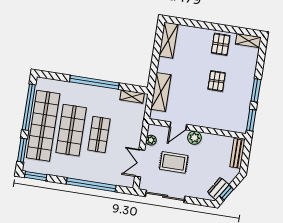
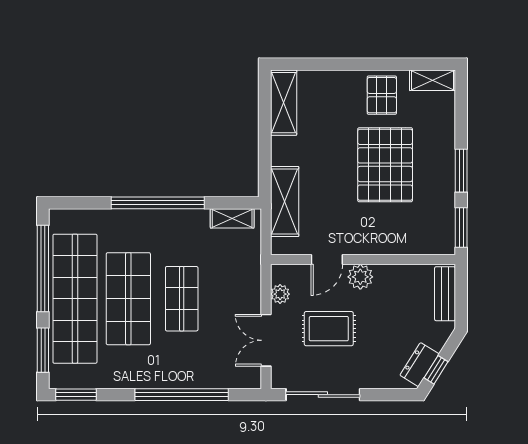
pallet: (217, 81) -> (385, 165), width x2.05, depth x2.00

